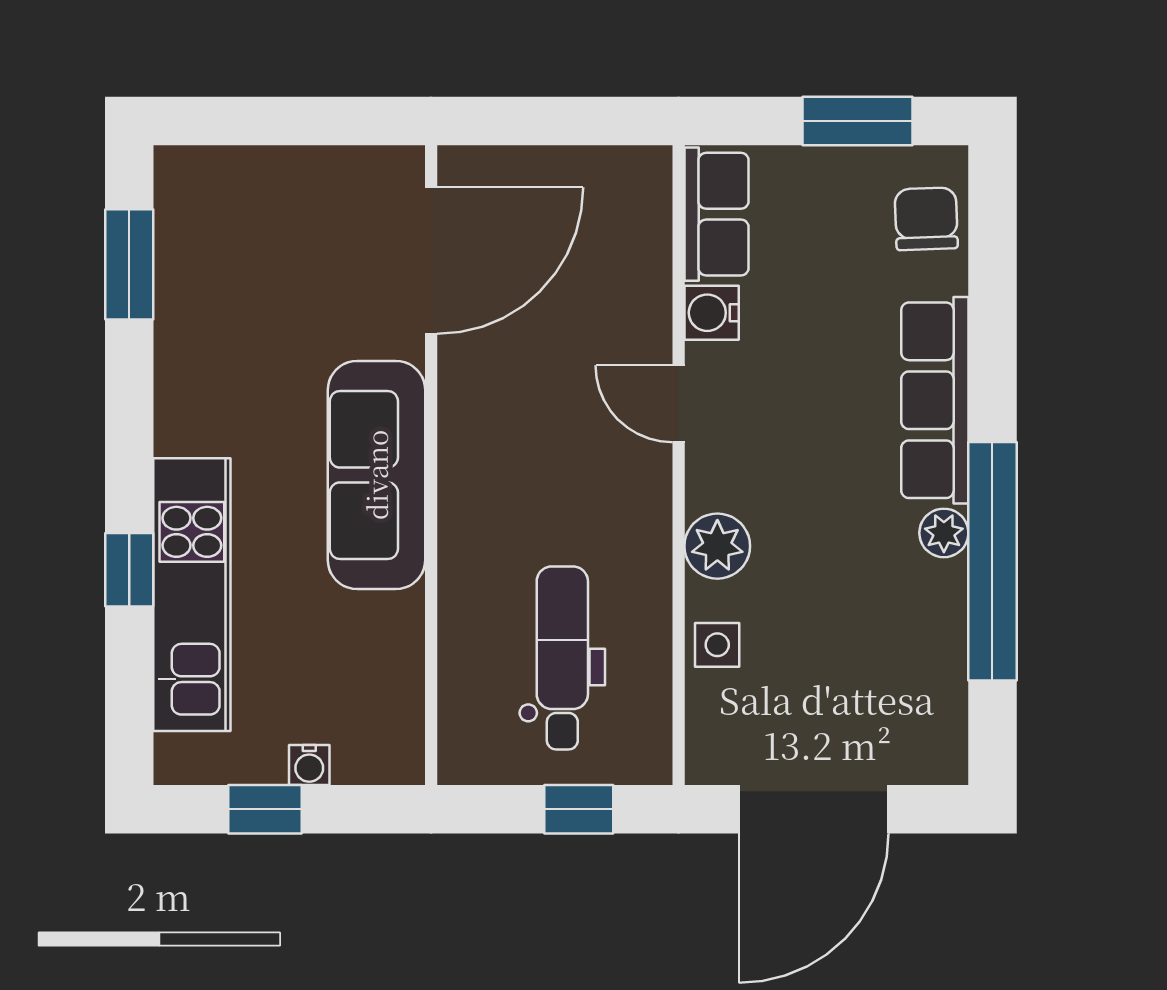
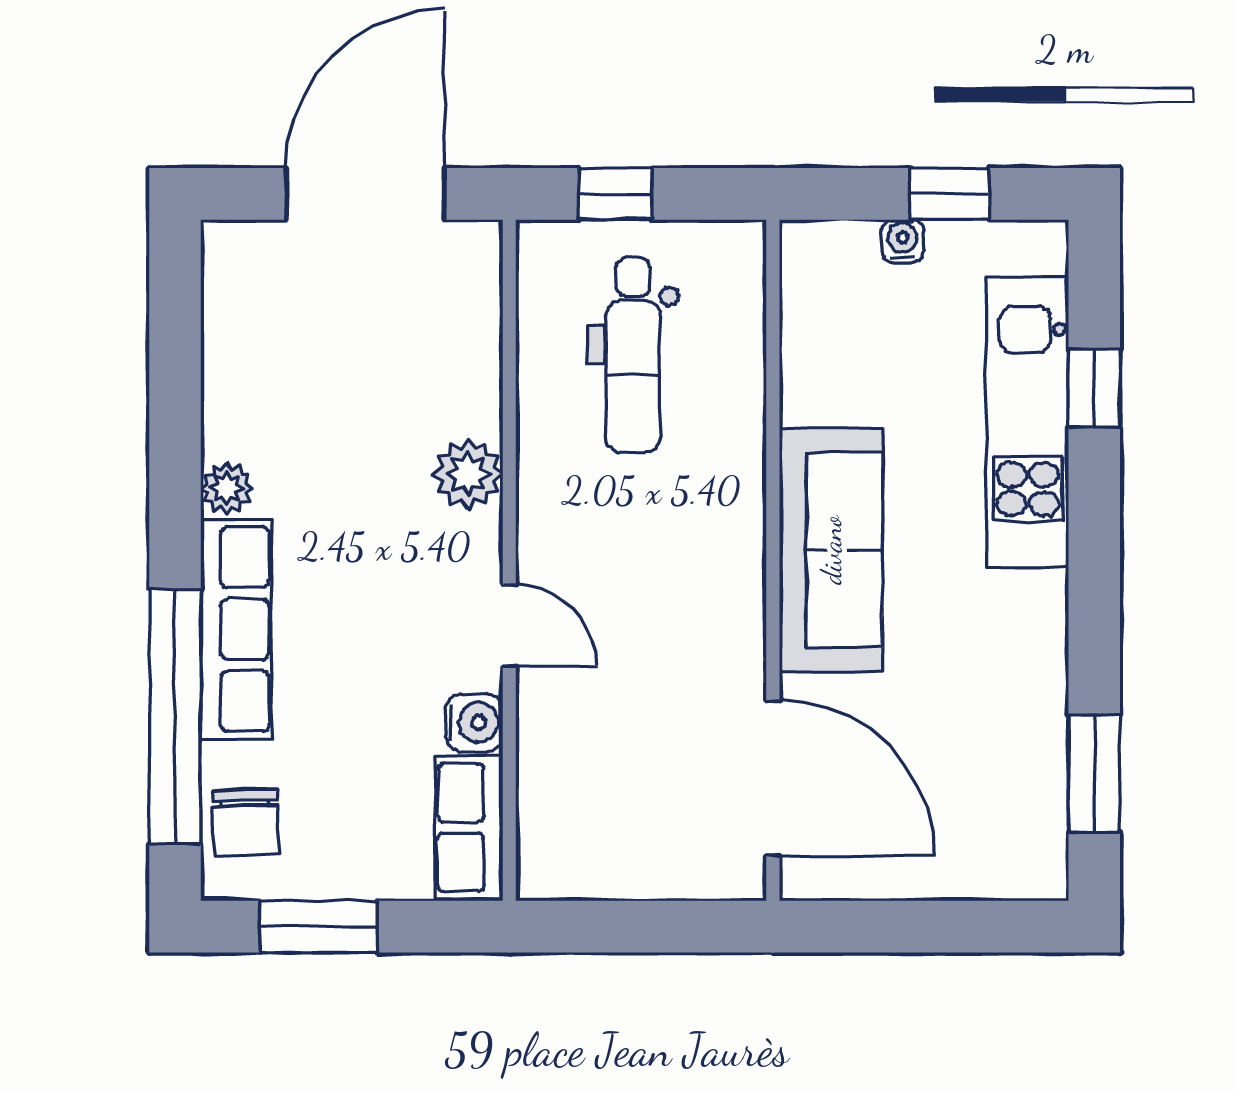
door: (431, 261) -> (773, 778), swing flipped
window: (992, 561) -> (175, 717), moved
window: (129, 570) -> (1094, 388), moved
side table: (717, 645) -> (468, 369), removed

